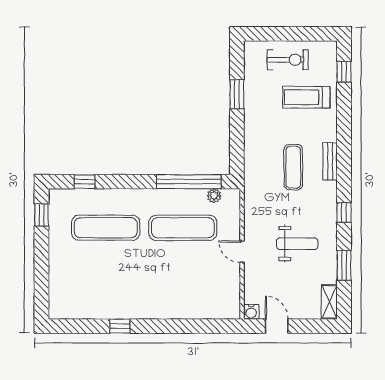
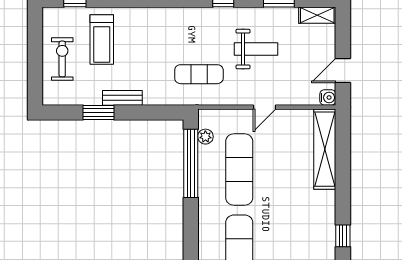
bench: (330, 161) -> (122, 98), moved
exercise mat: (293, 167) -> (199, 74), moved
weight bench: (297, 244) -> (256, 49), turned 90
shelving: (202, 309) -> (325, 149), added

